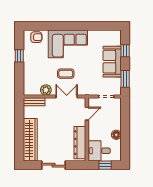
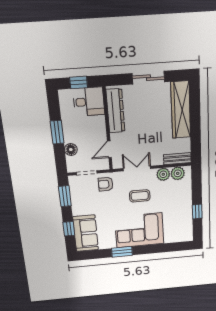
window: (84, 26) -> (122, 252), added
armchair: (36, 37) -> (106, 184), moved
sofa: (112, 62) -> (86, 233), moved
plant: (34, 90) -> (178, 173), added
double door: (67, 96) -> (137, 169), swing flipped
window: (125, 130) -> (57, 132), added
floor lamp: (116, 135) -> (71, 149), moved

